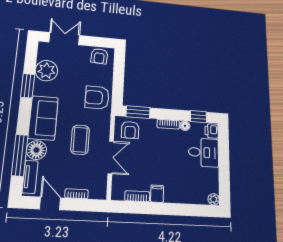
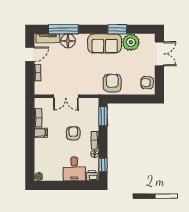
sofa: (43, 118) -> (105, 43), moved
armchair: (130, 130) -> (73, 133), moved, turned 90
coffee table: (80, 140) -> (78, 72), removed

